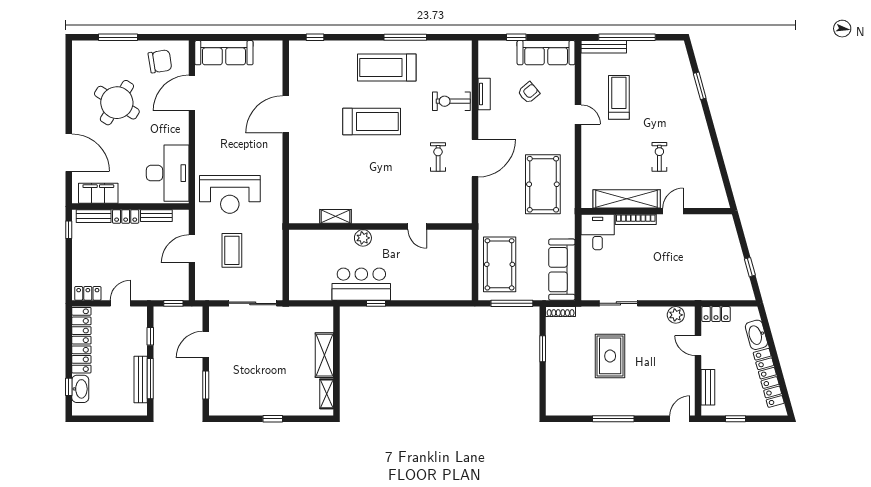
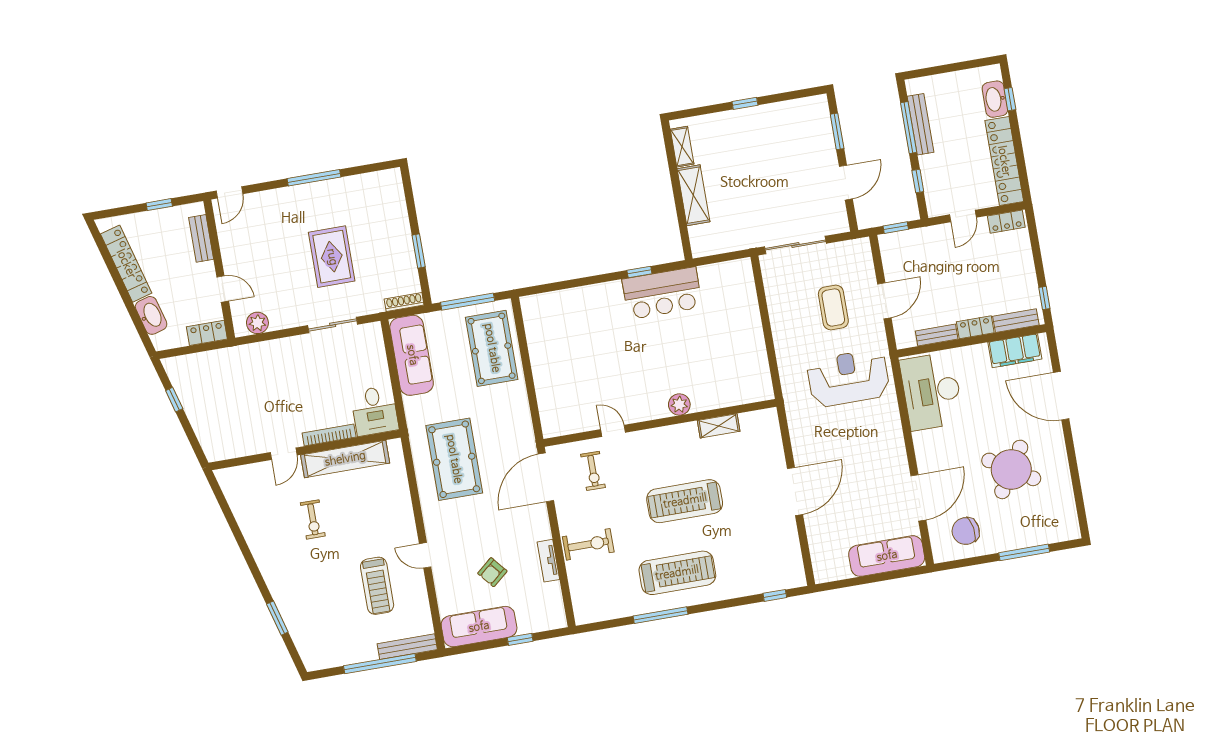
shelving: (336, 216) -> (719, 426), moved
wall: (380, 226) -> (660, 423), moved
door: (417, 226) -> (613, 431), moved
plant: (363, 238) -> (679, 405), moved

